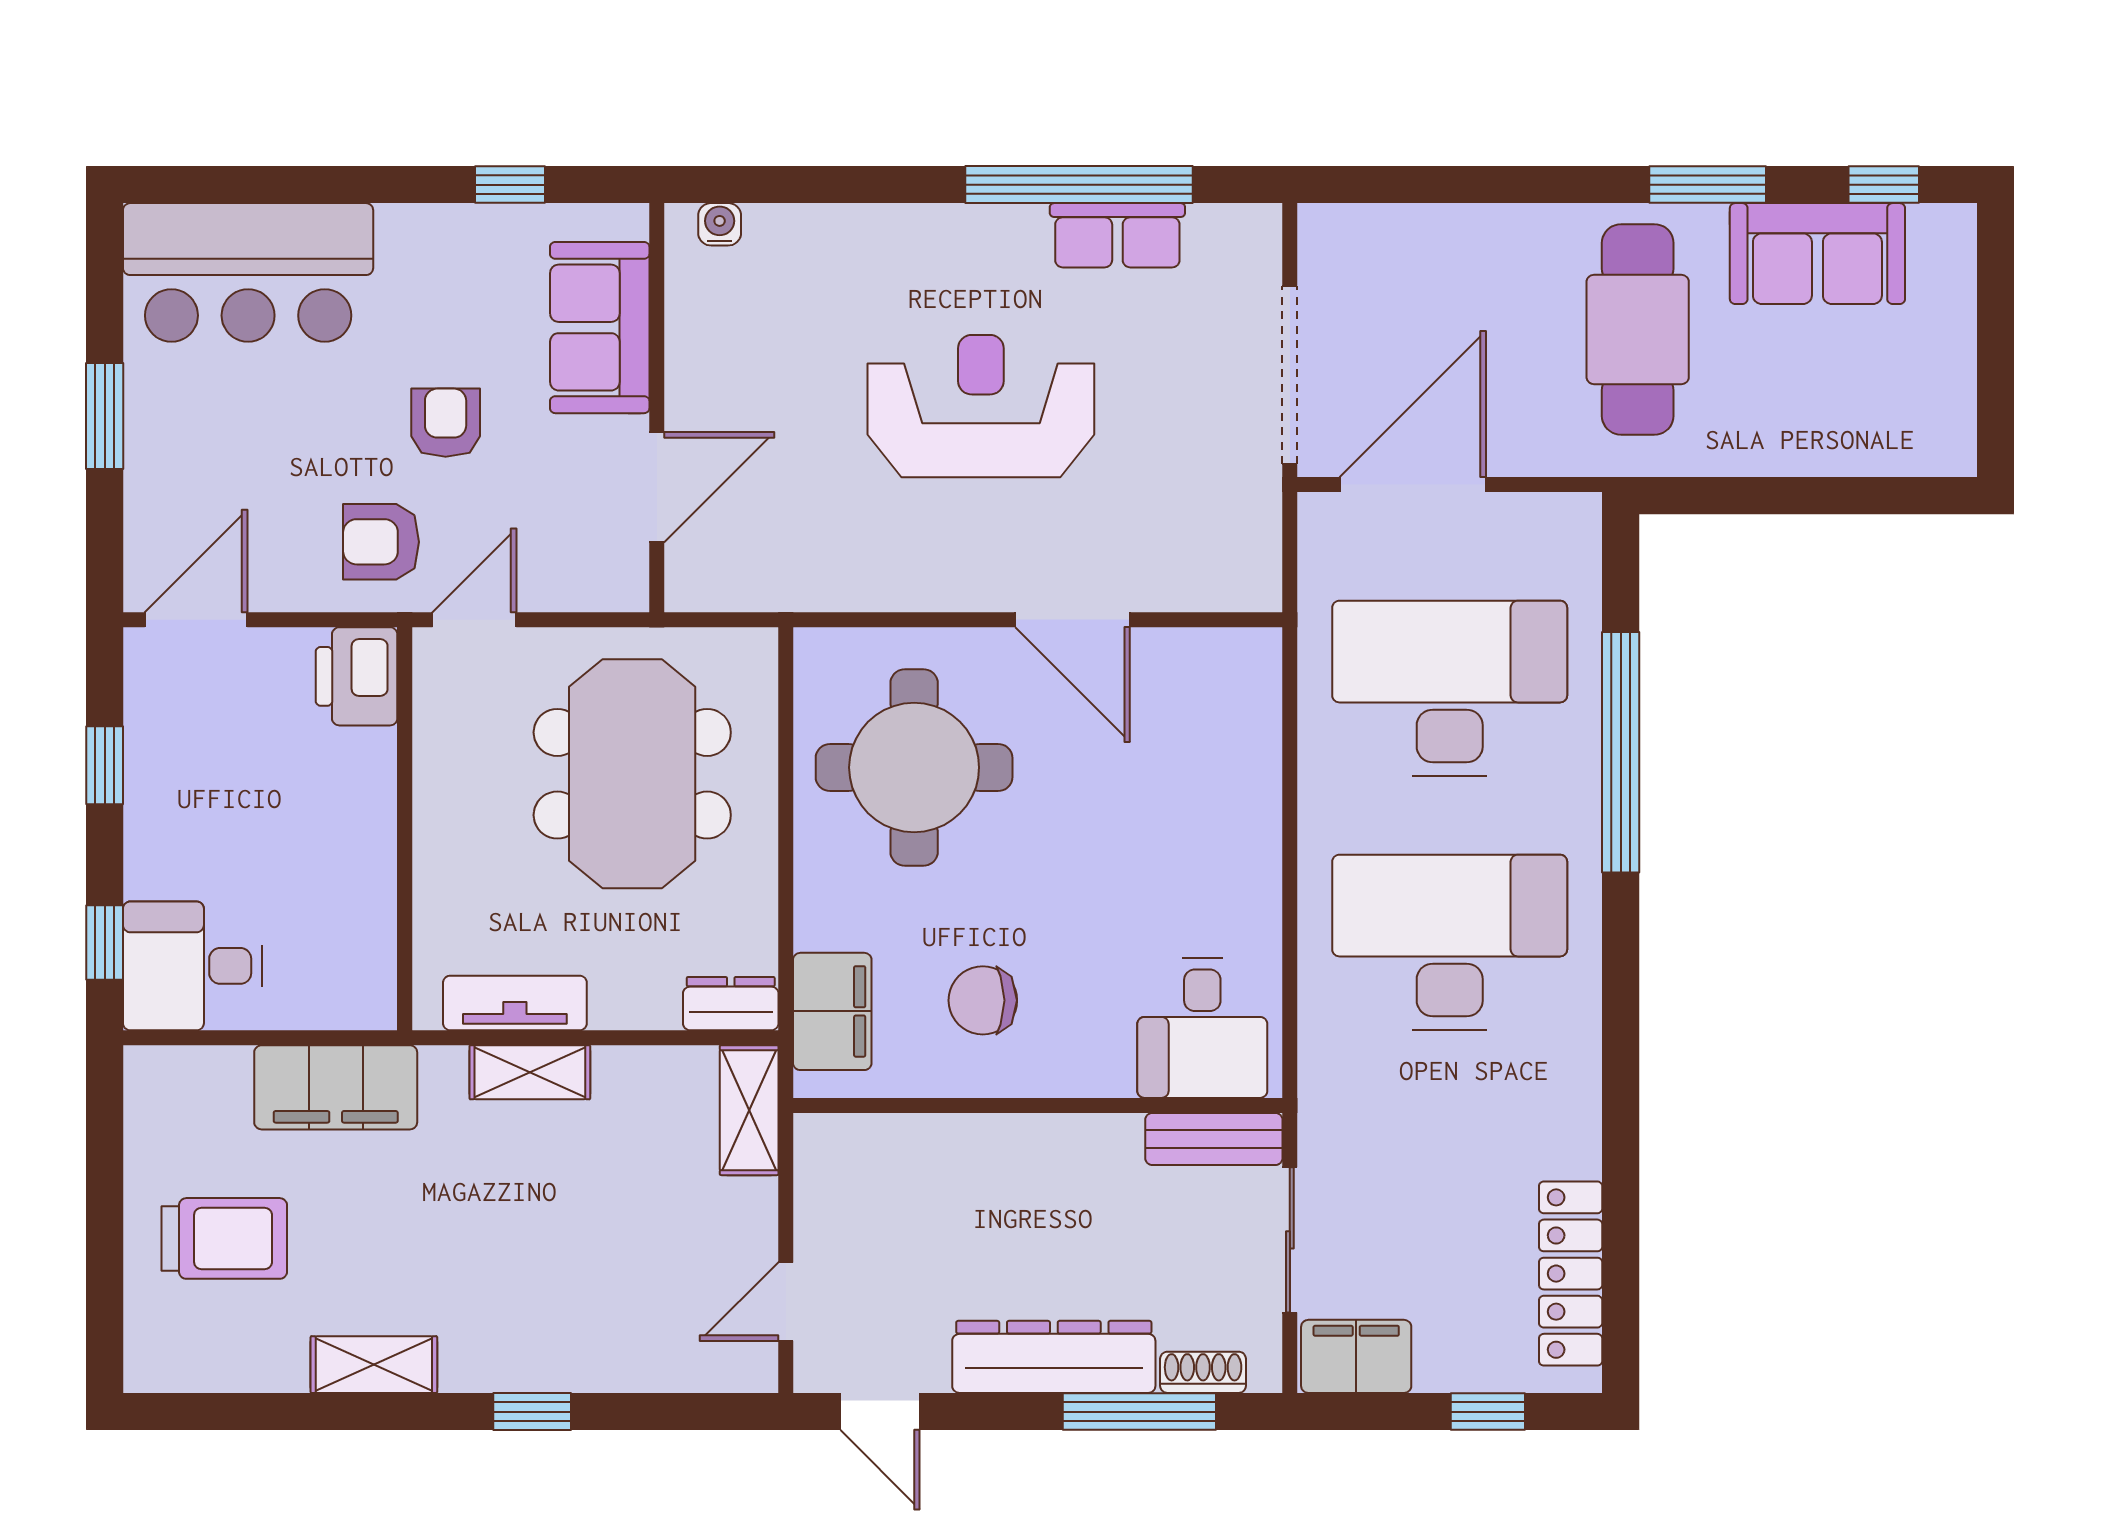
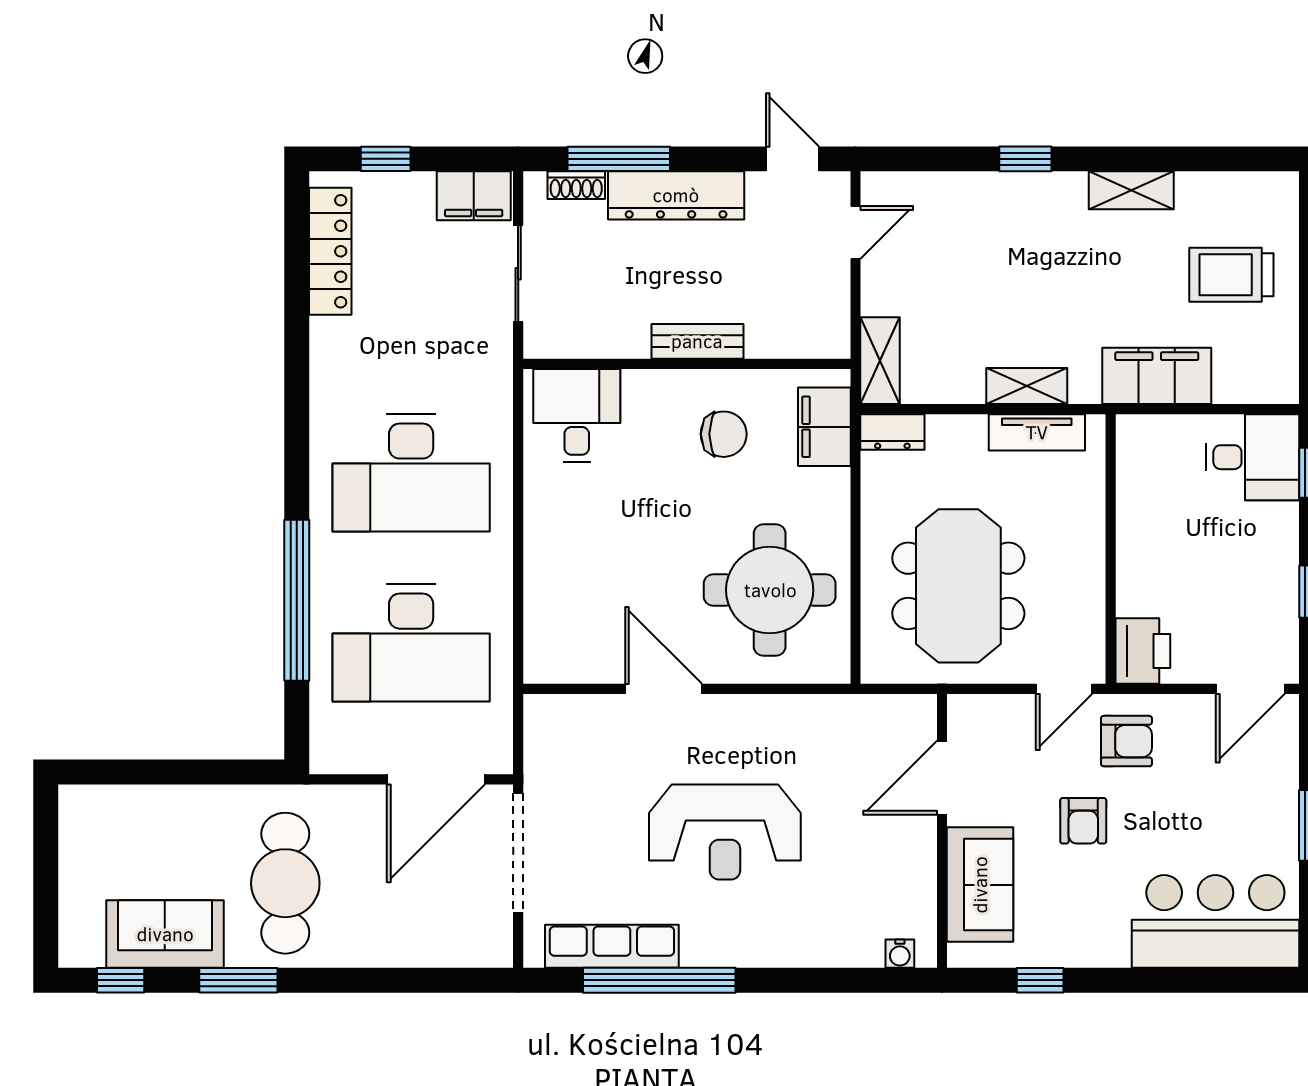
row of seats: (1117, 235) -> (612, 946), width x1.48
bench: (1214, 1139) -> (697, 341), moved

